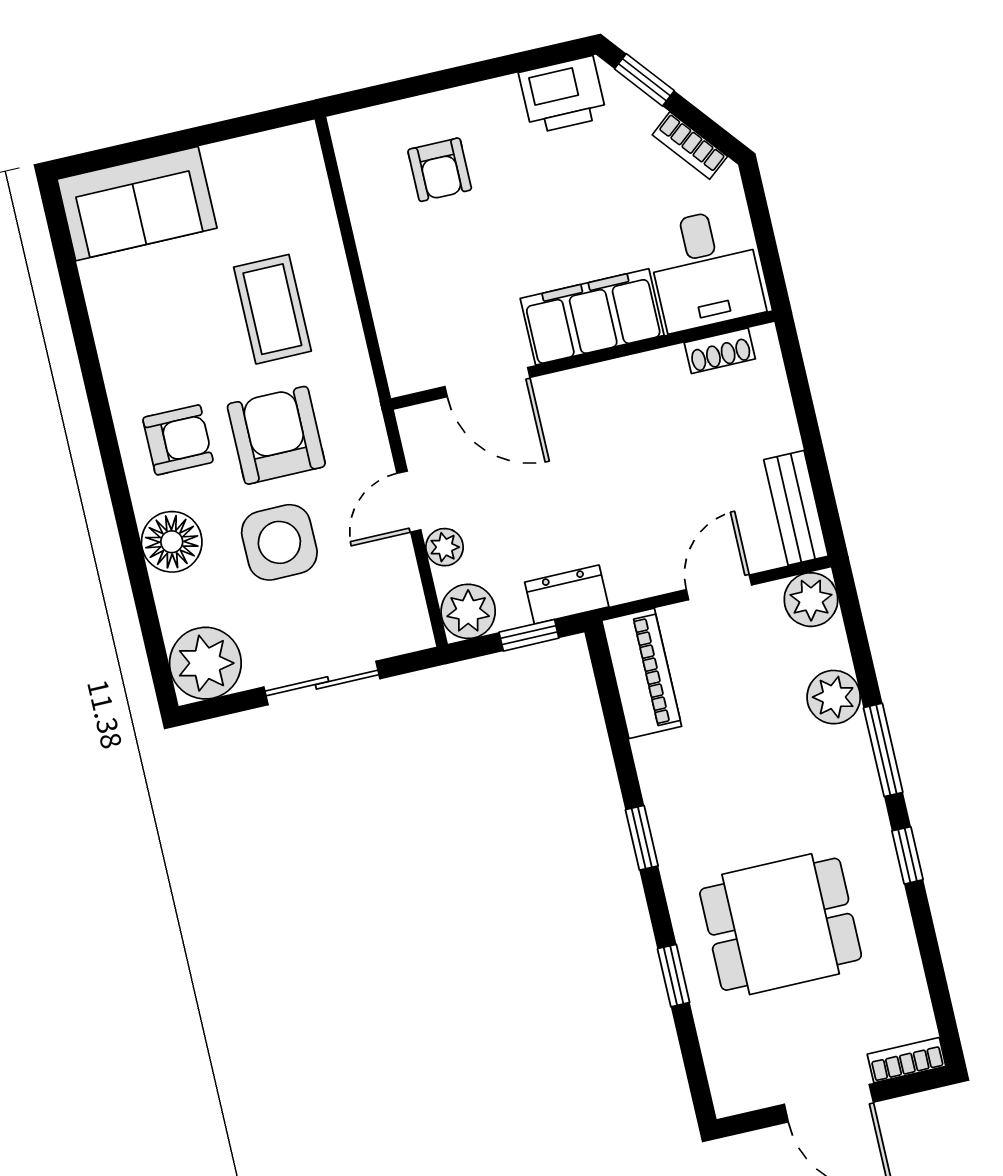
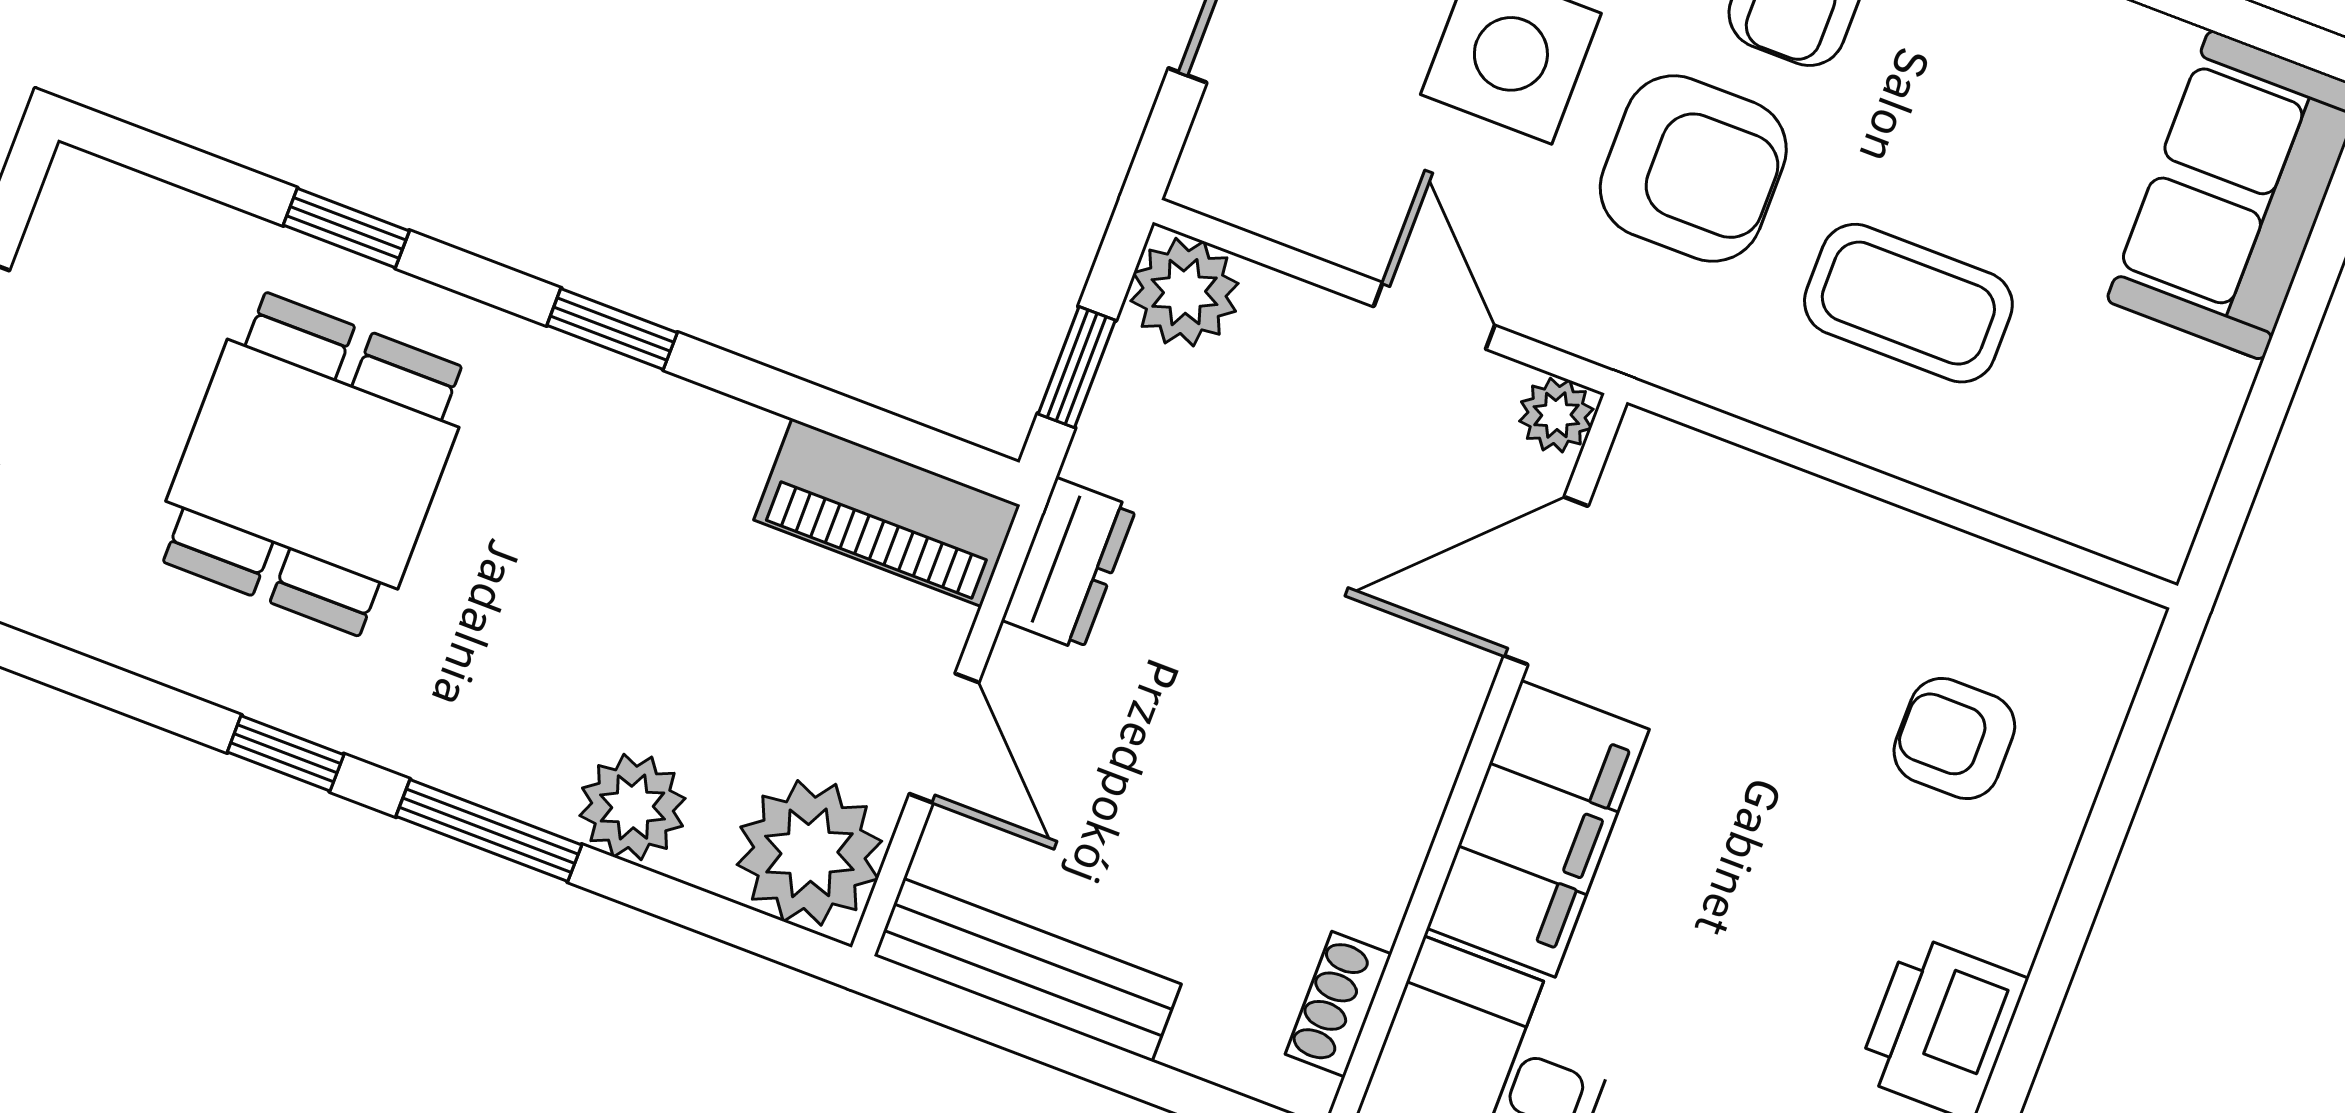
bench: (796, 508) -> (1028, 970), width x1.36
plant: (445, 547) -> (1556, 415), moved
dresser: (567, 594) -> (1069, 564), moved
plant: (811, 600) -> (809, 853), width x1.36, depth x1.36

